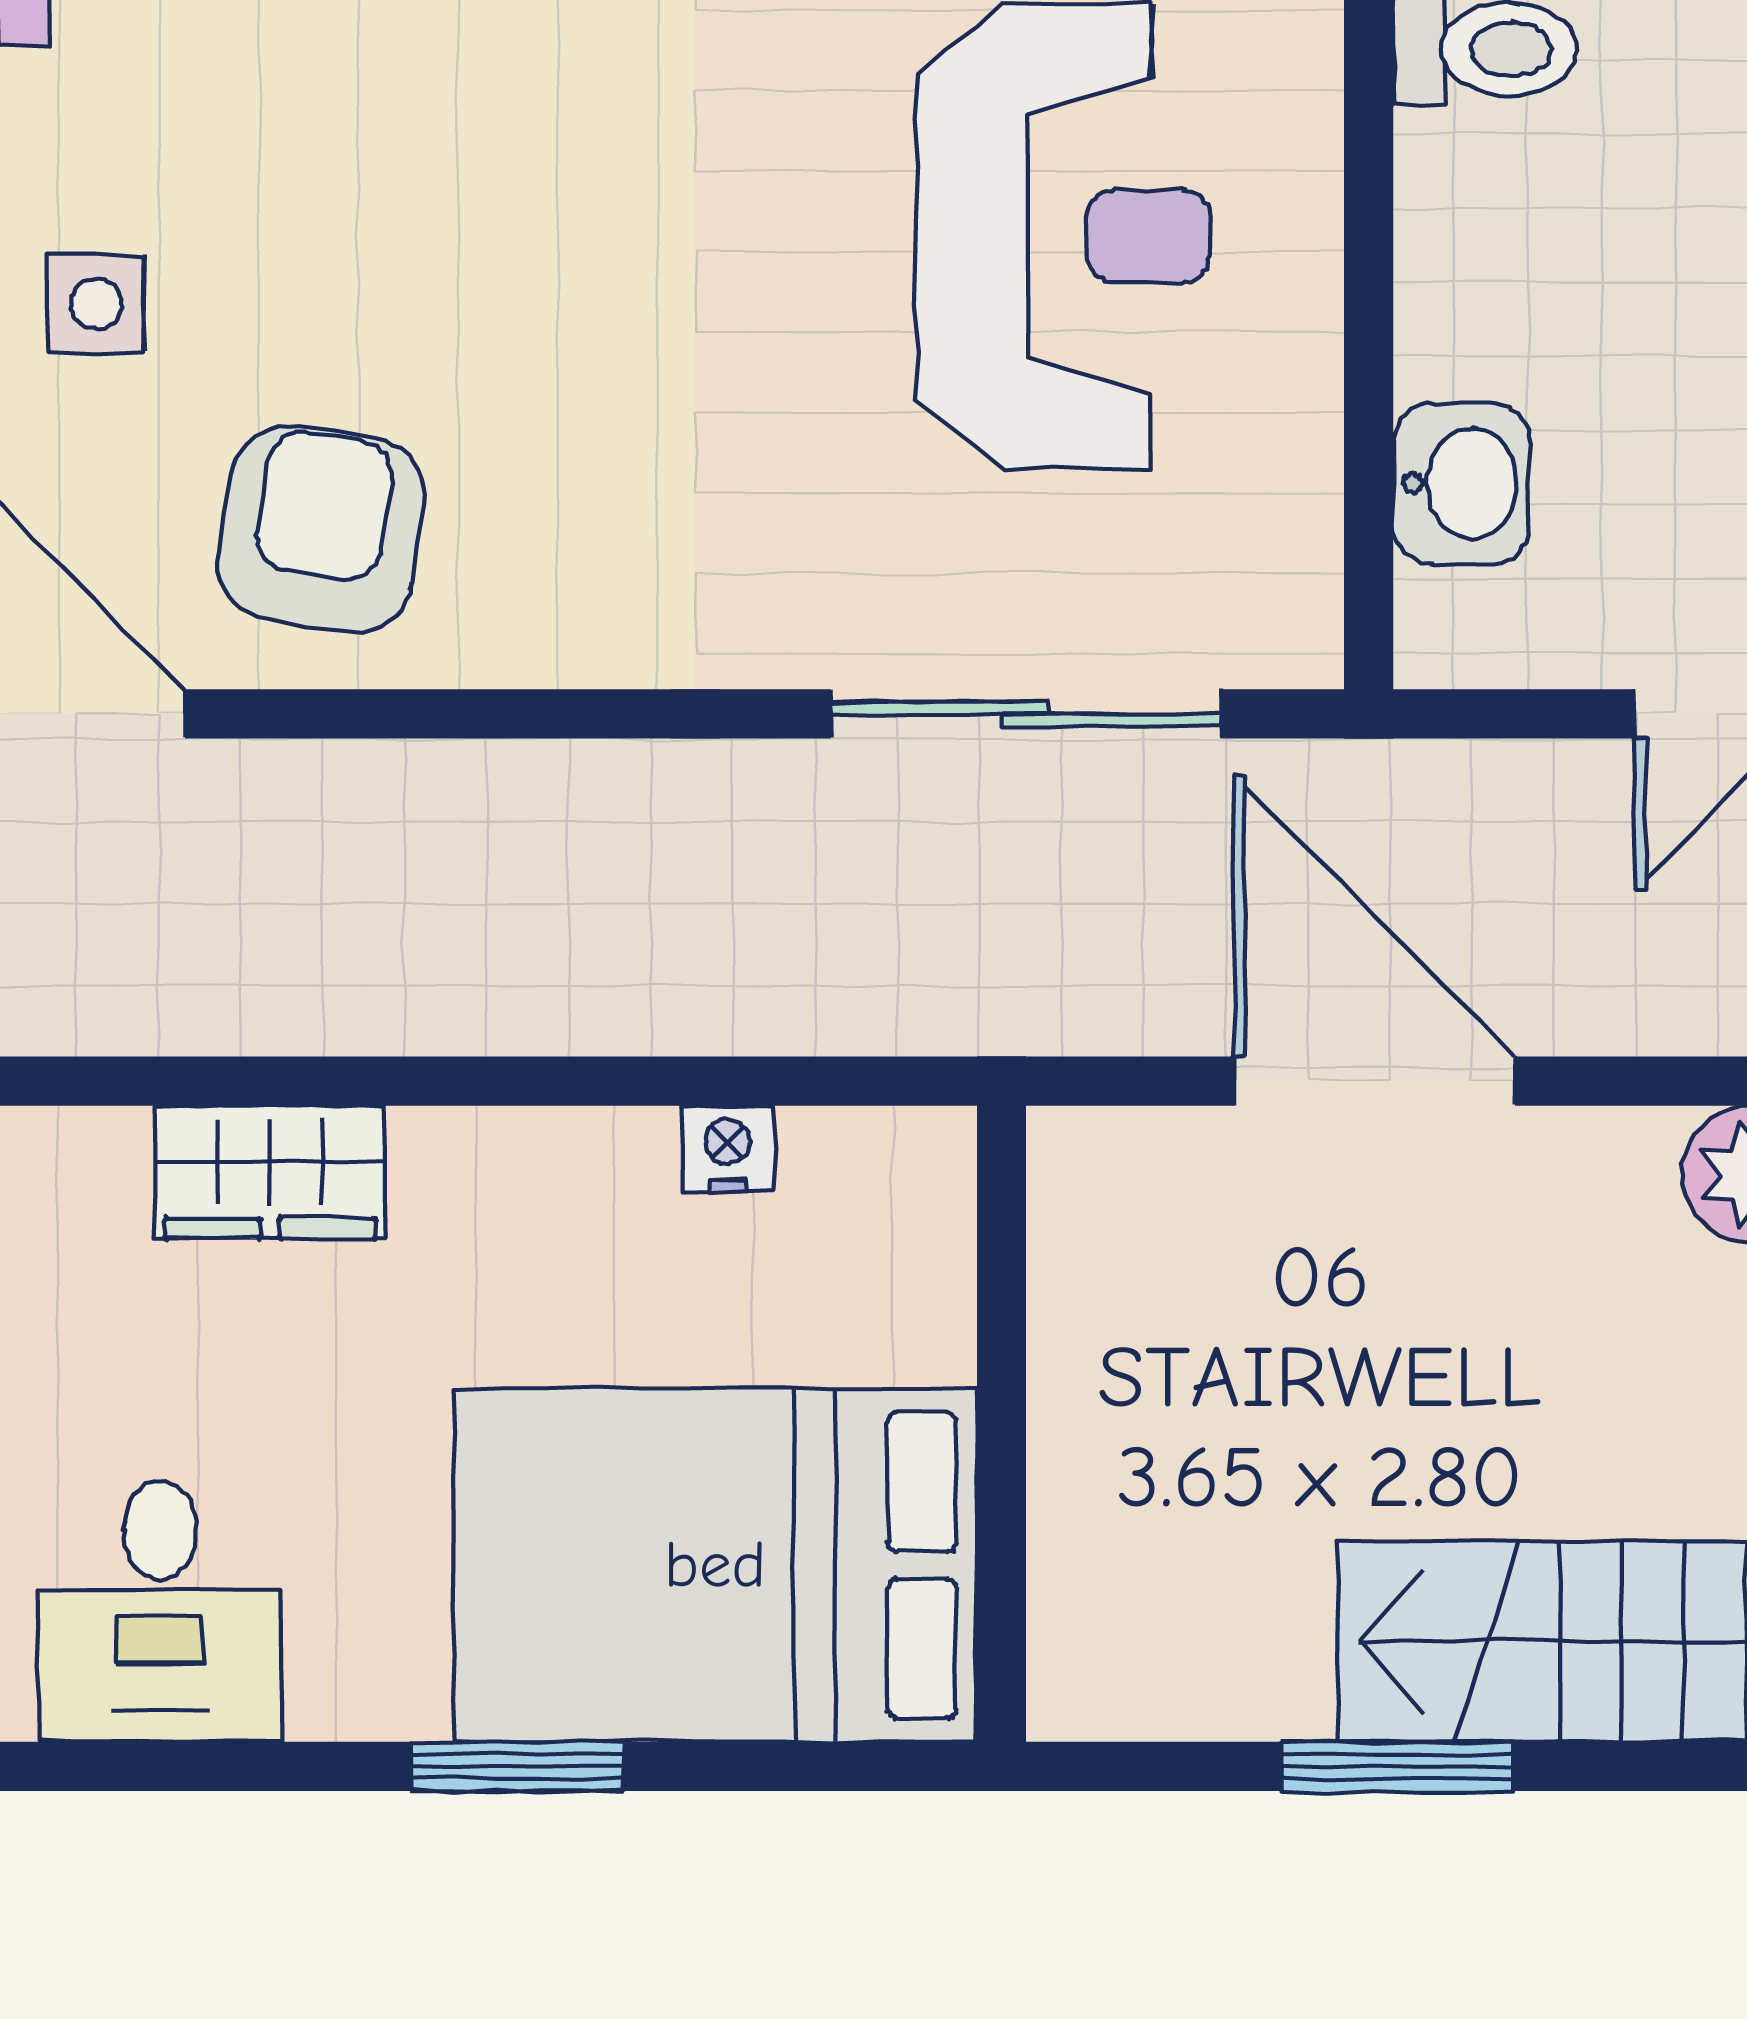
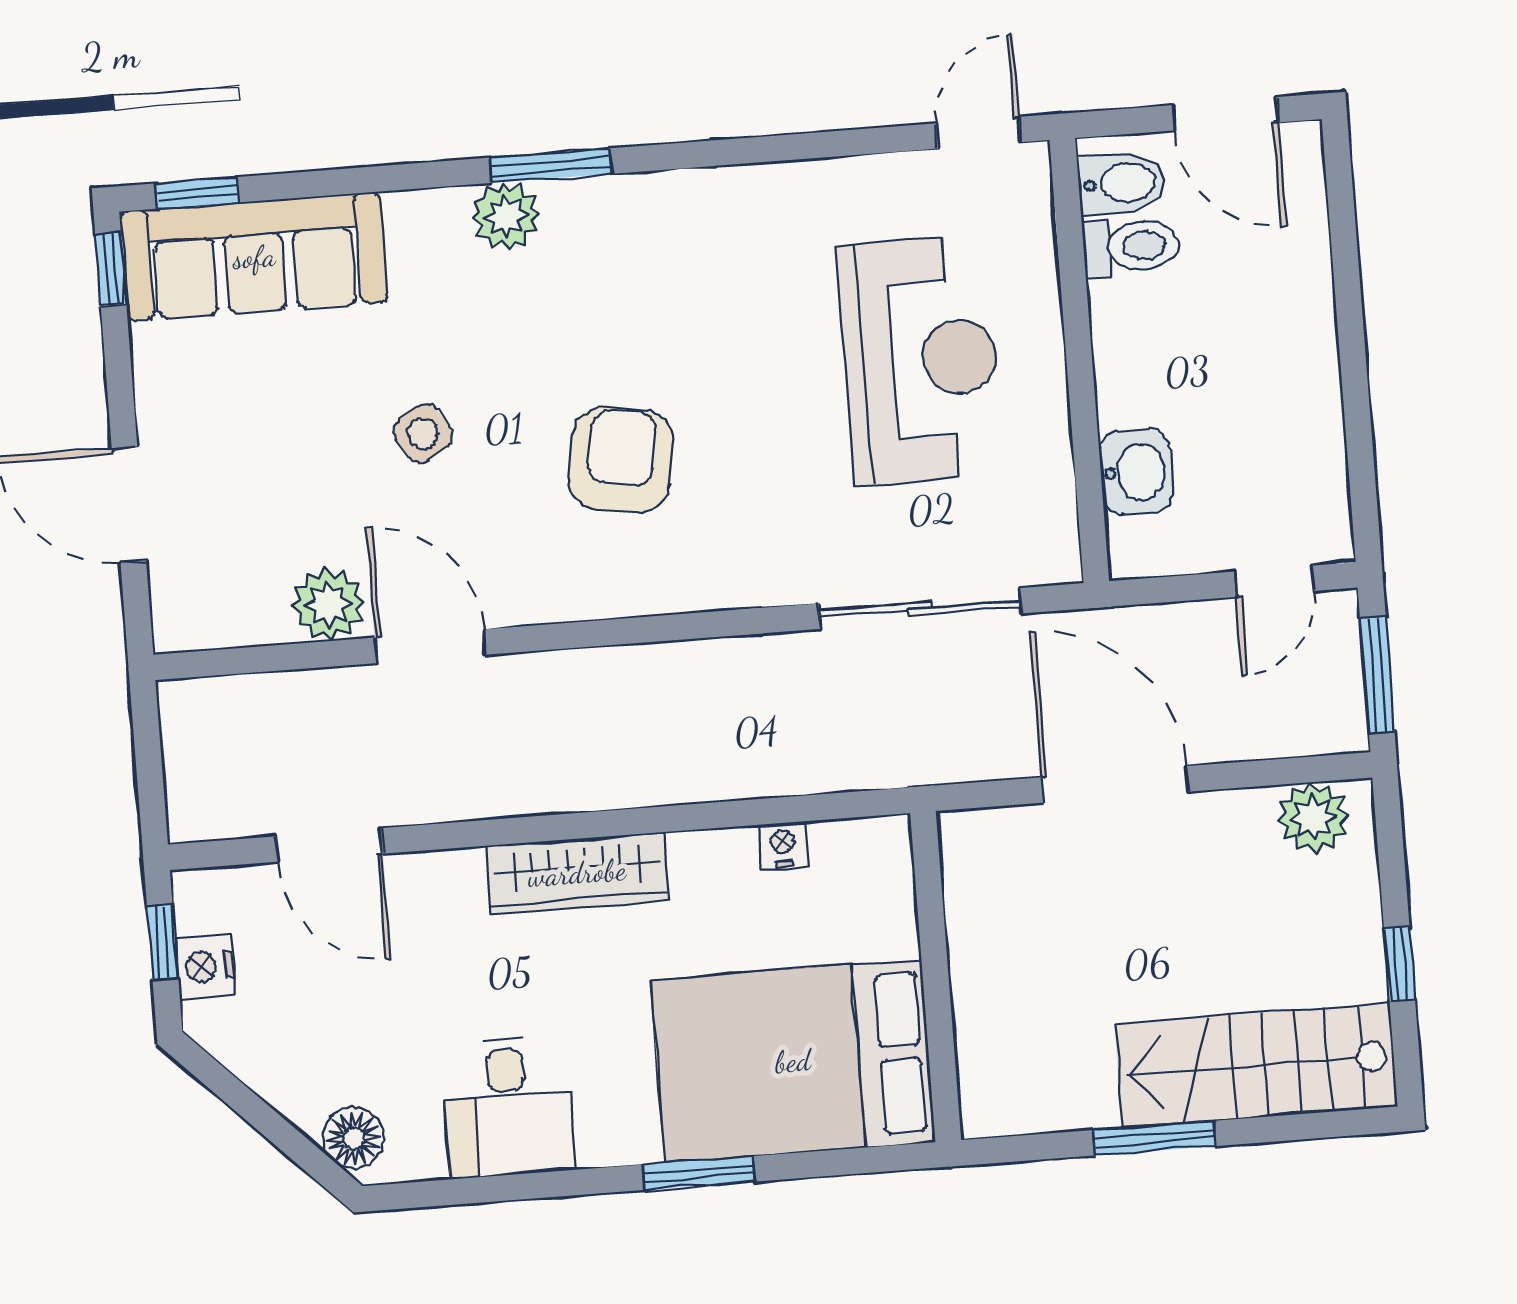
side table: (96, 304) -> (423, 434), turned -32
armchair: (321, 529) -> (621, 460), moved
wardrobe: (270, 1172) -> (577, 873), width x1.50

